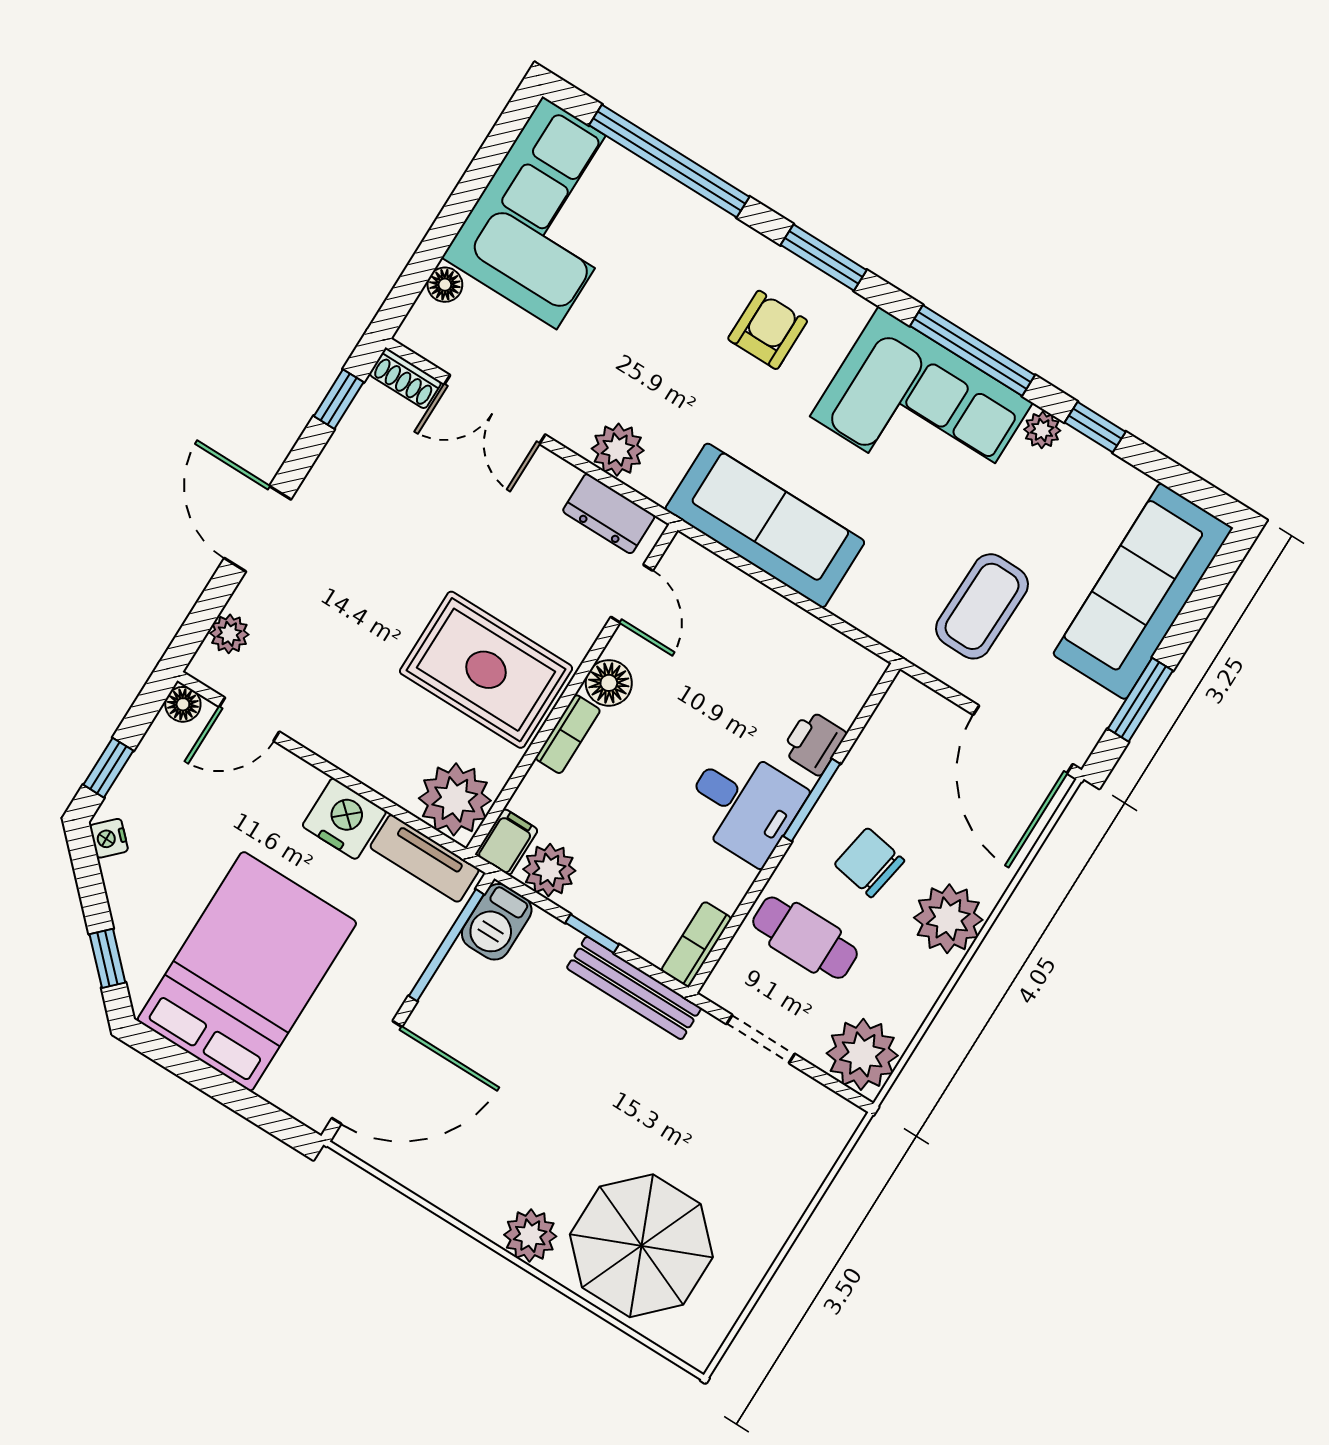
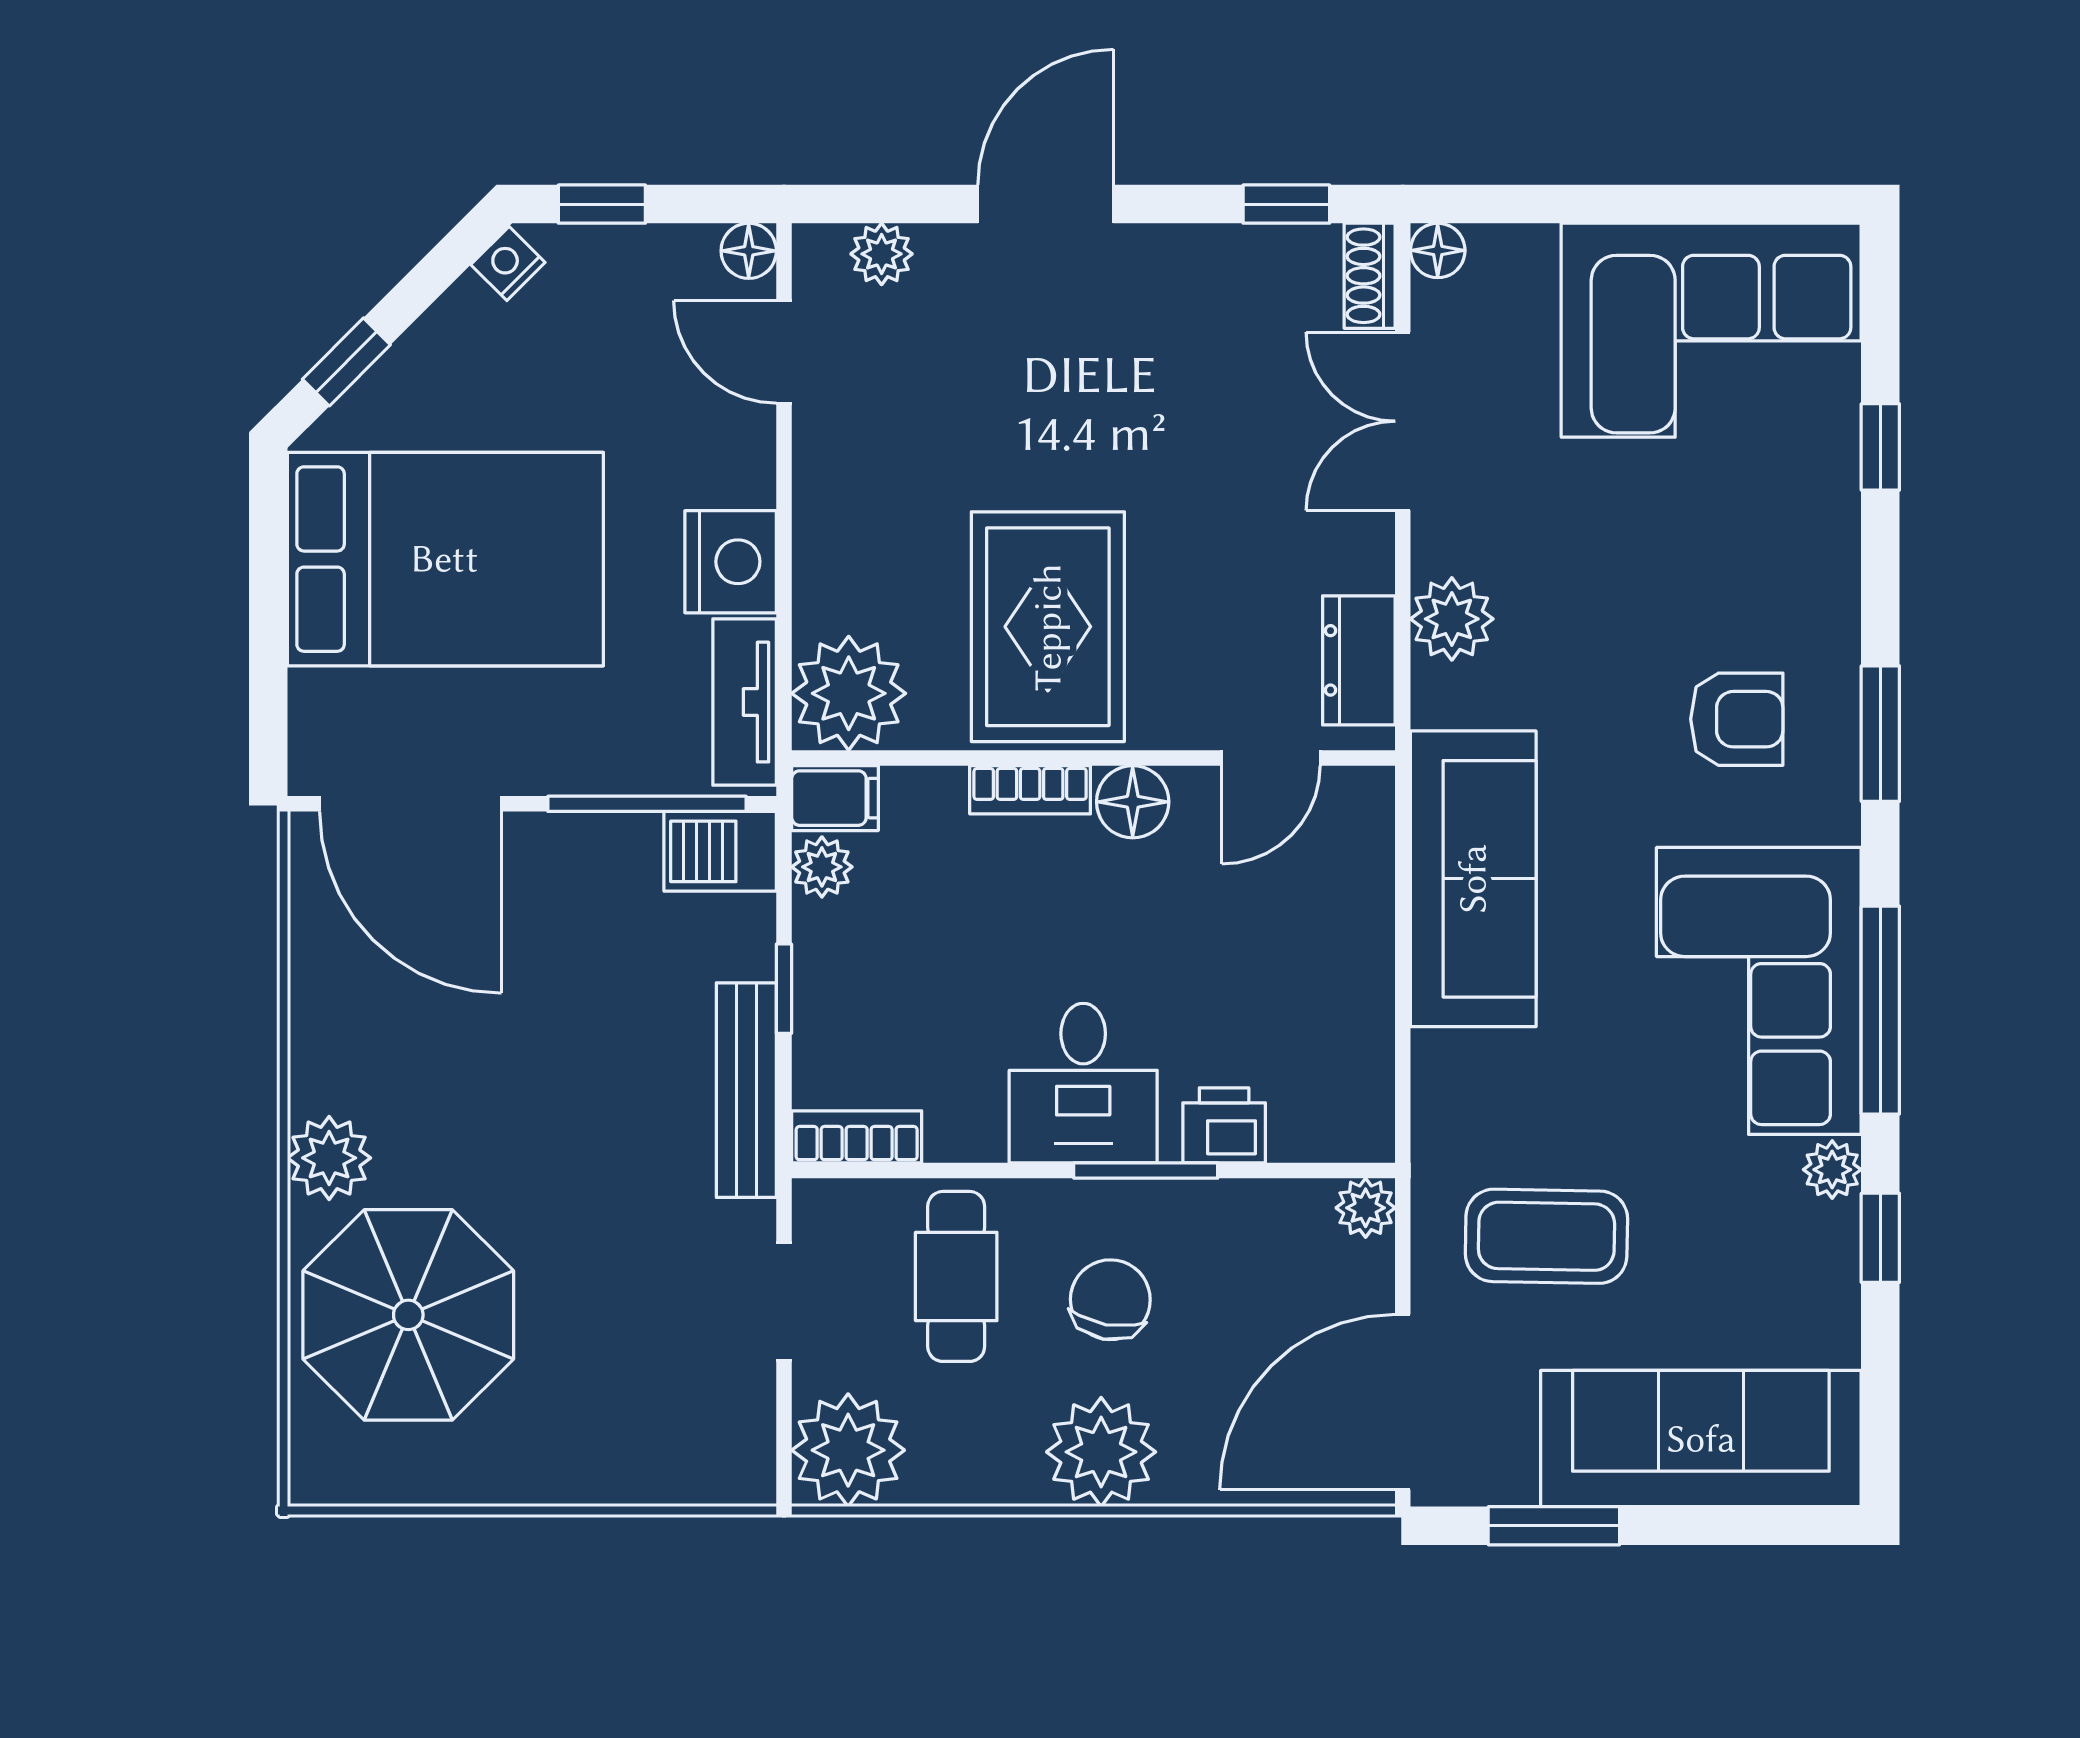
window: (669, 161) -> (1880, 447), width x0.32
floor lamp: (445, 285) -> (1438, 250), moved
plant: (906, 694) -> (1366, 1208), added
plant: (549, 870) -> (822, 867), width x0.73, depth x0.73

